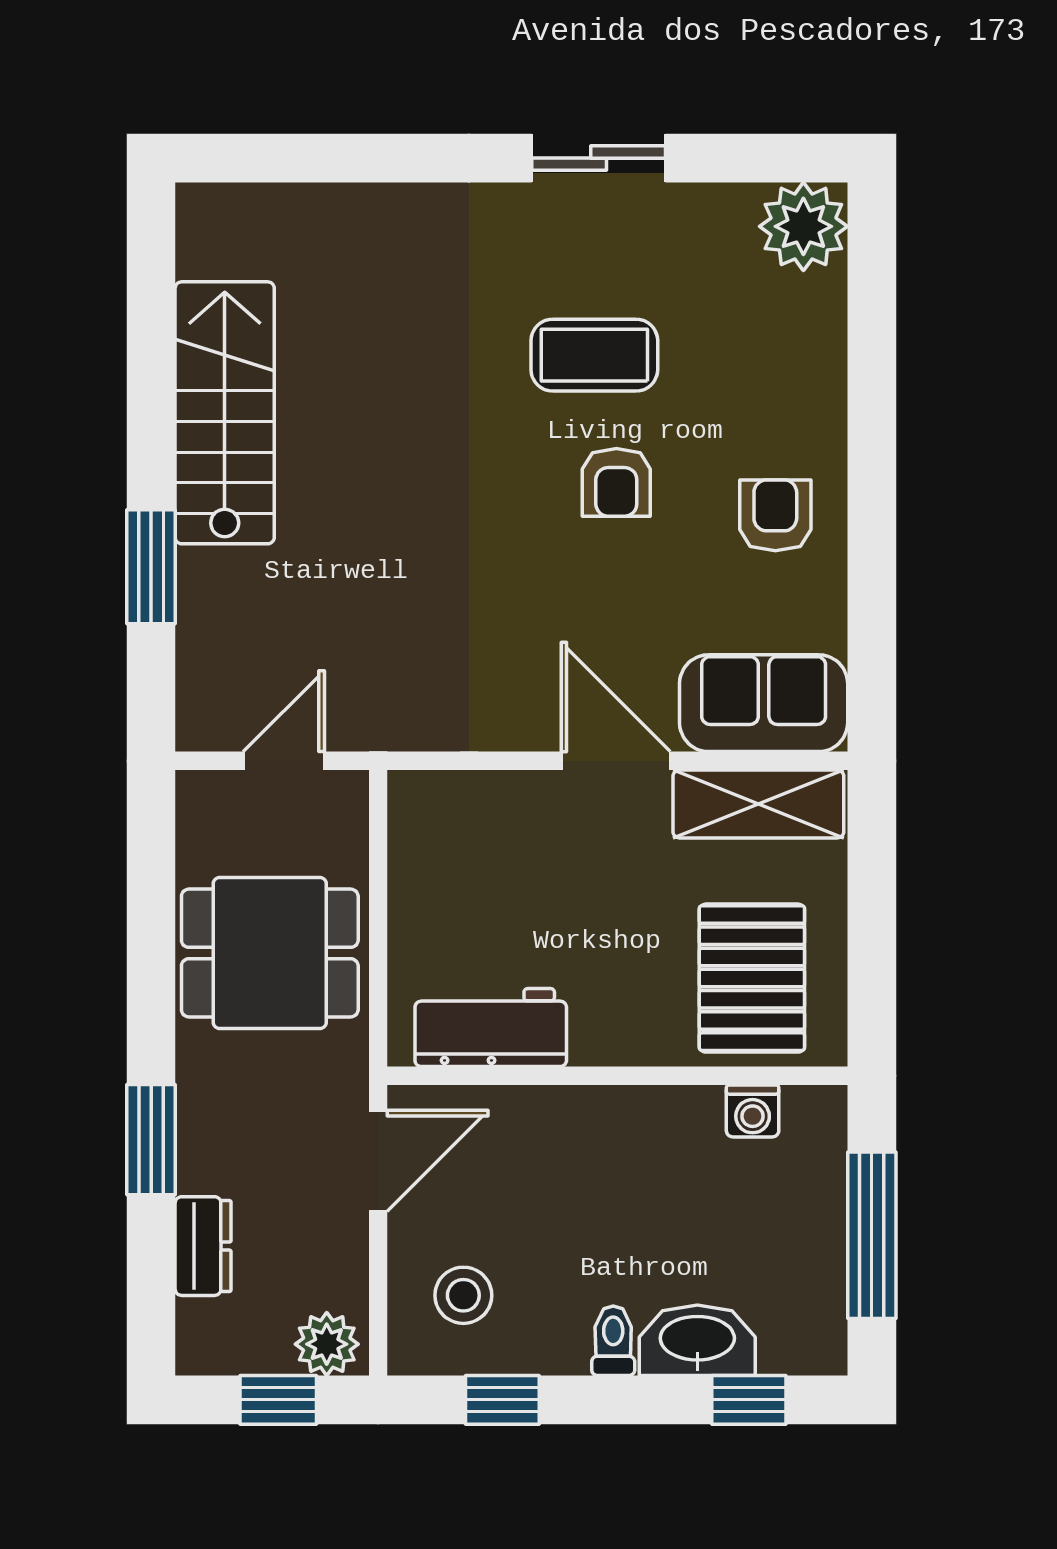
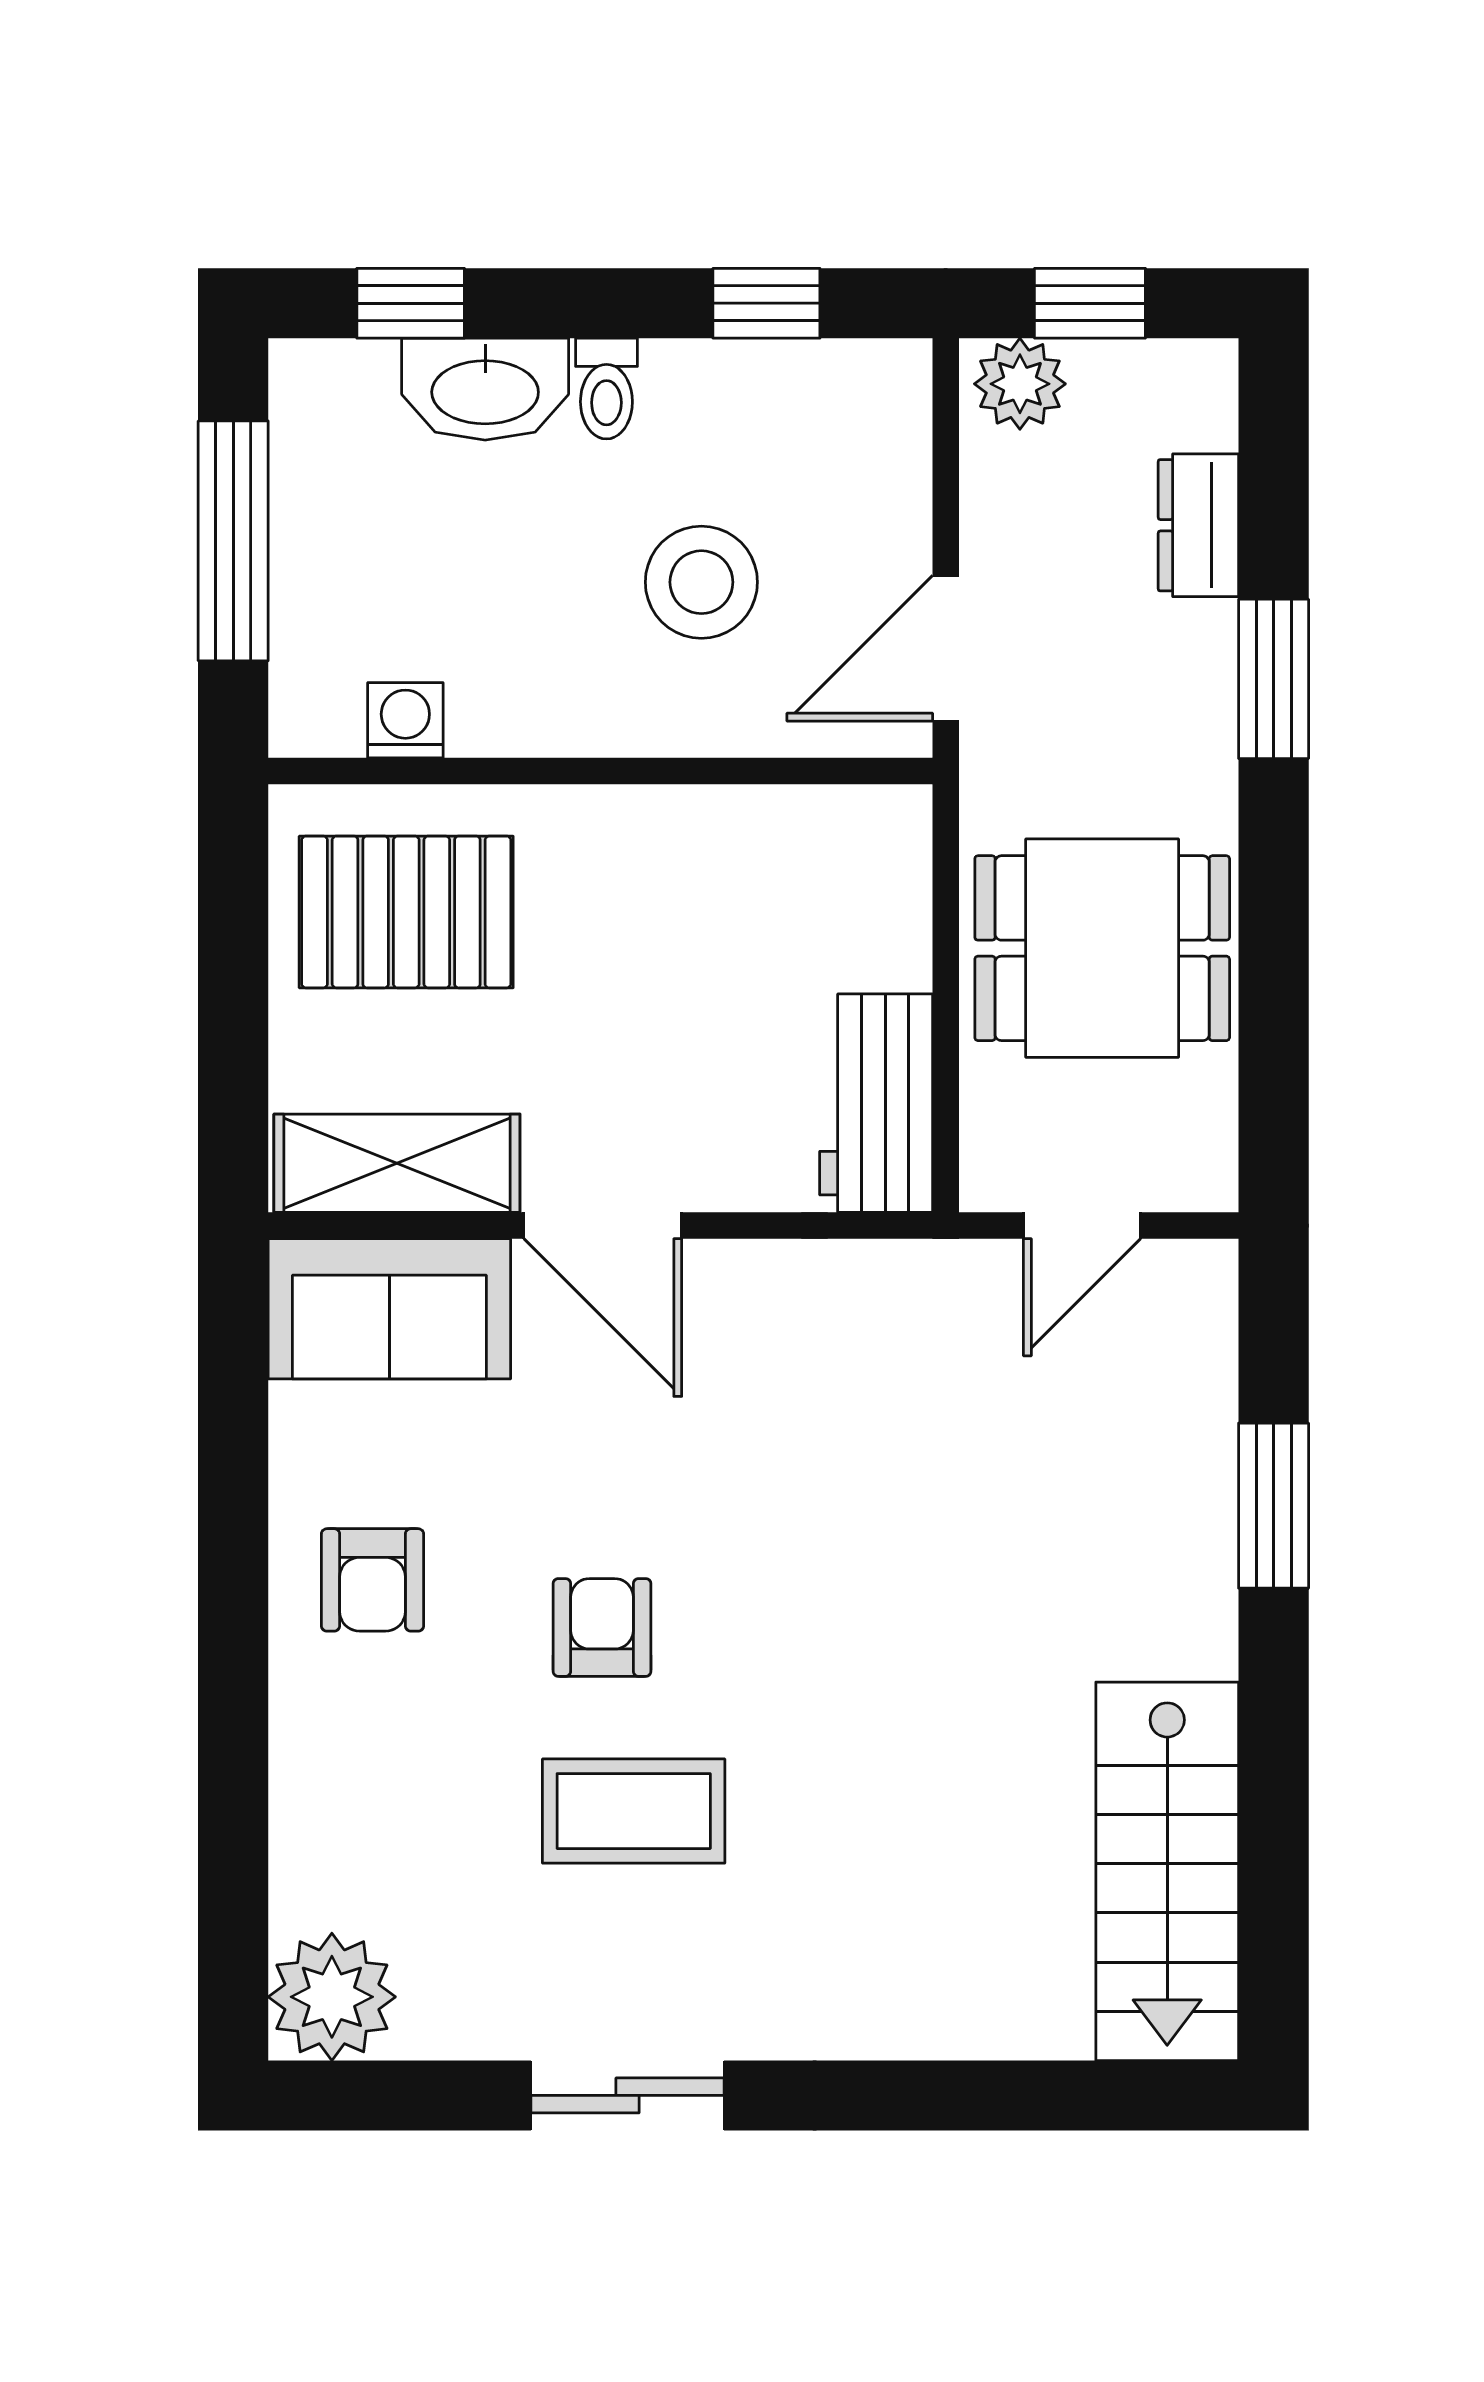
stairs: (225, 413) -> (1167, 1871), moved
pallet: (752, 978) -> (406, 912), turned 90
workbench: (491, 1028) -> (876, 1103), moved, turned 90
stool: (463, 1295) -> (701, 582), moved, width x1.38, depth x1.38

